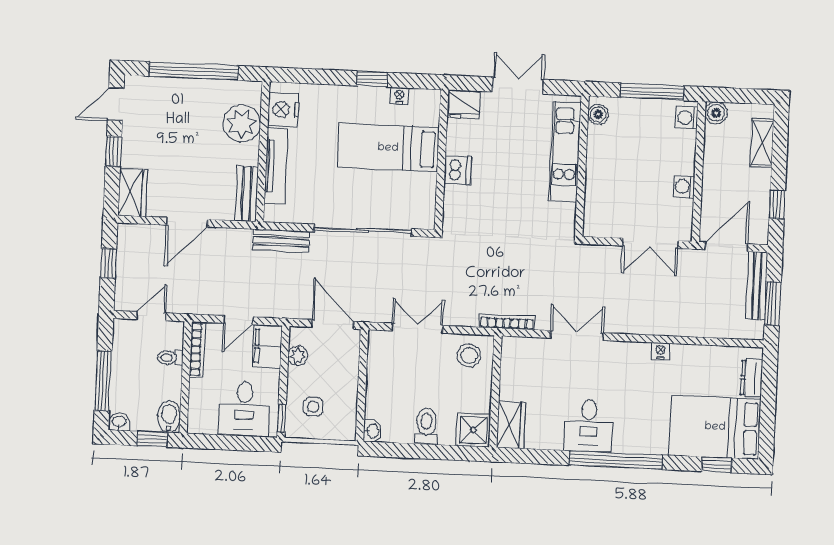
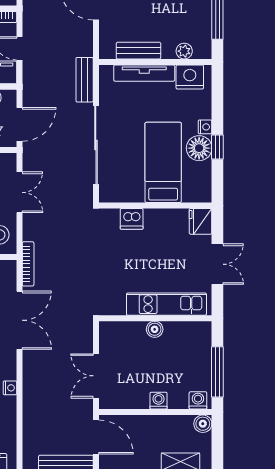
nightstand: (399, 96) -> (205, 127), moved
floor lamp: (373, 102) -> (199, 148), added
boiler: (598, 114) -> (155, 329), moved
plant: (242, 123) -> (184, 51), width x0.53, depth x0.53
dishwasher: (458, 170) -> (132, 219), moved
washing machine: (684, 186) -> (159, 401), moved
bench: (247, 194) -> (138, 51), moved
double door: (577, 335) -> (19, 320), width x1.37

